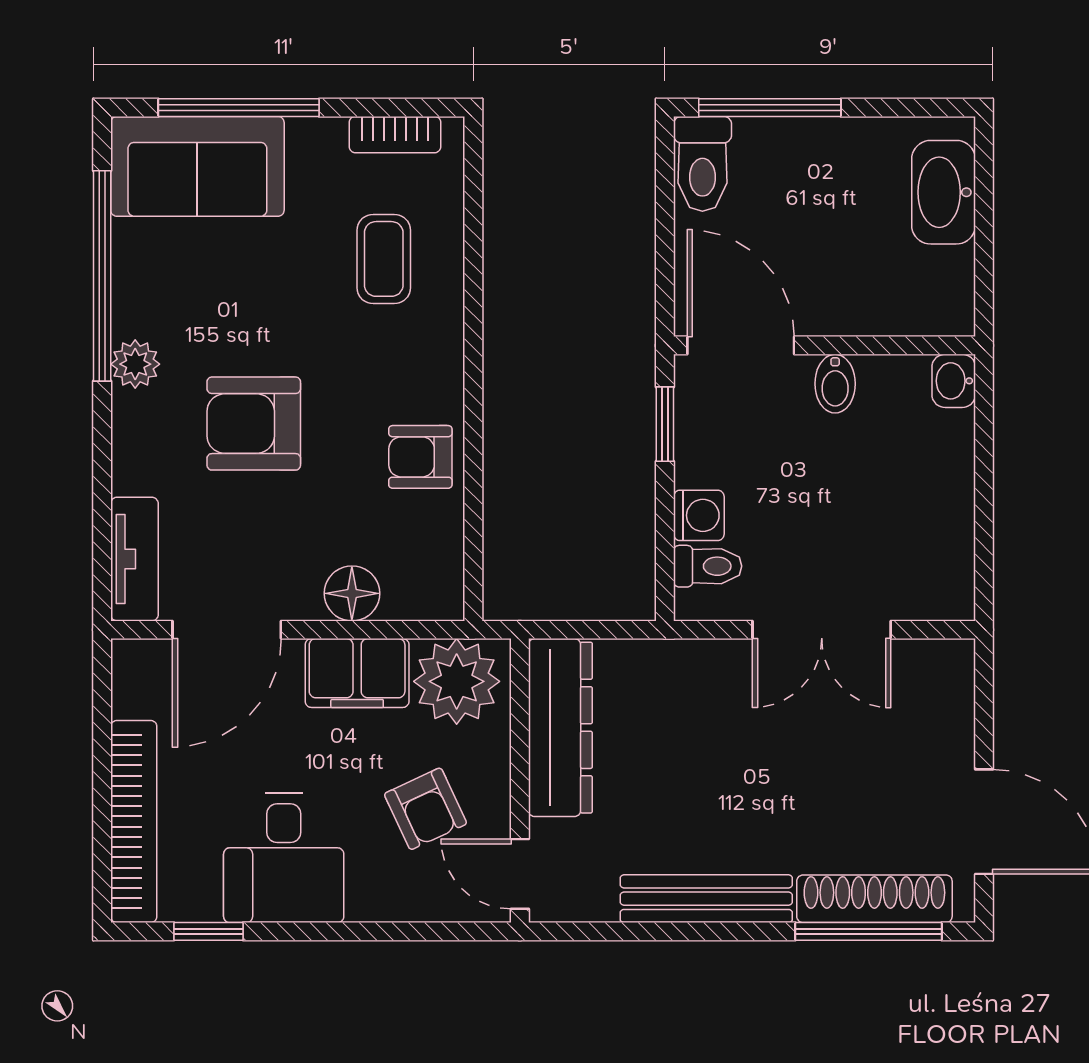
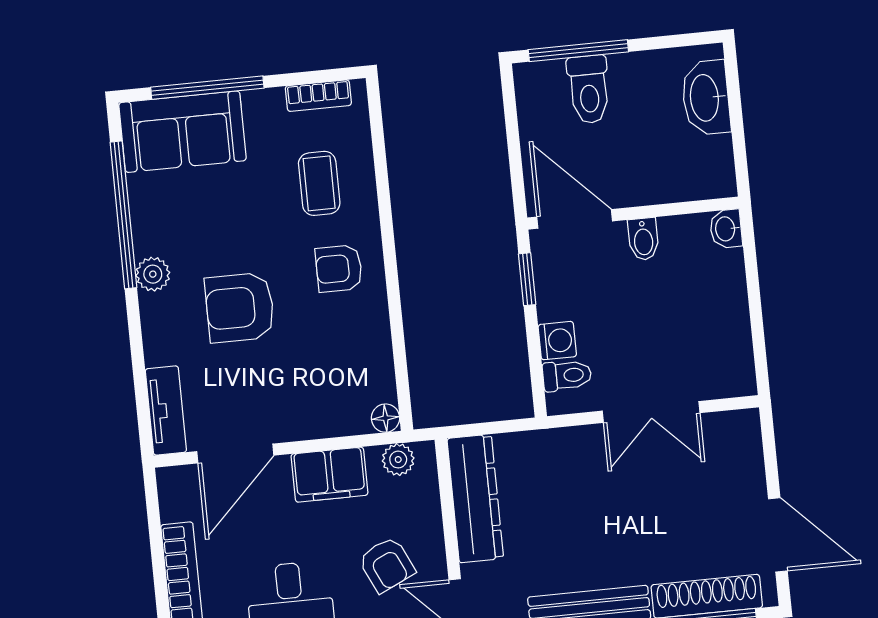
toilet: (702, 164) -> (589, 89), moved
armchair: (420, 457) -> (339, 268), moved
floor lamp: (352, 593) -> (386, 418), moved, width x0.73, depth x0.73
plant: (457, 681) -> (398, 460), width x0.53, depth x0.53

